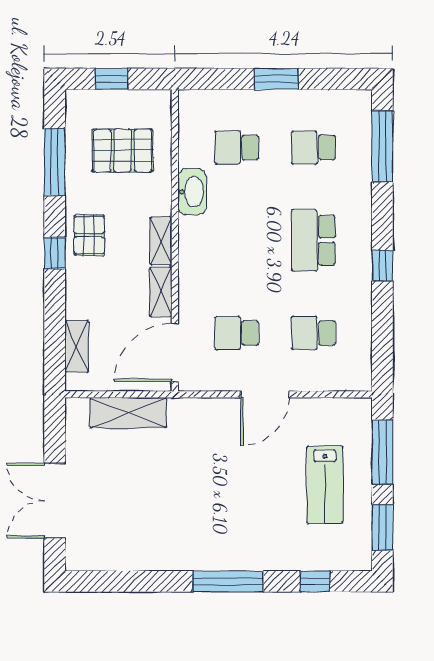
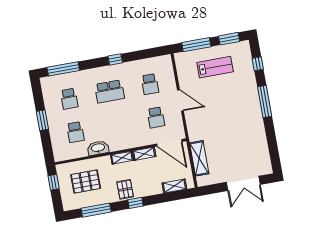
window: (111, 79) -> (54, 182), moved
pallet: (123, 150) -> (86, 182), turned 90
pallet: (89, 235) -> (125, 189), turned 90

